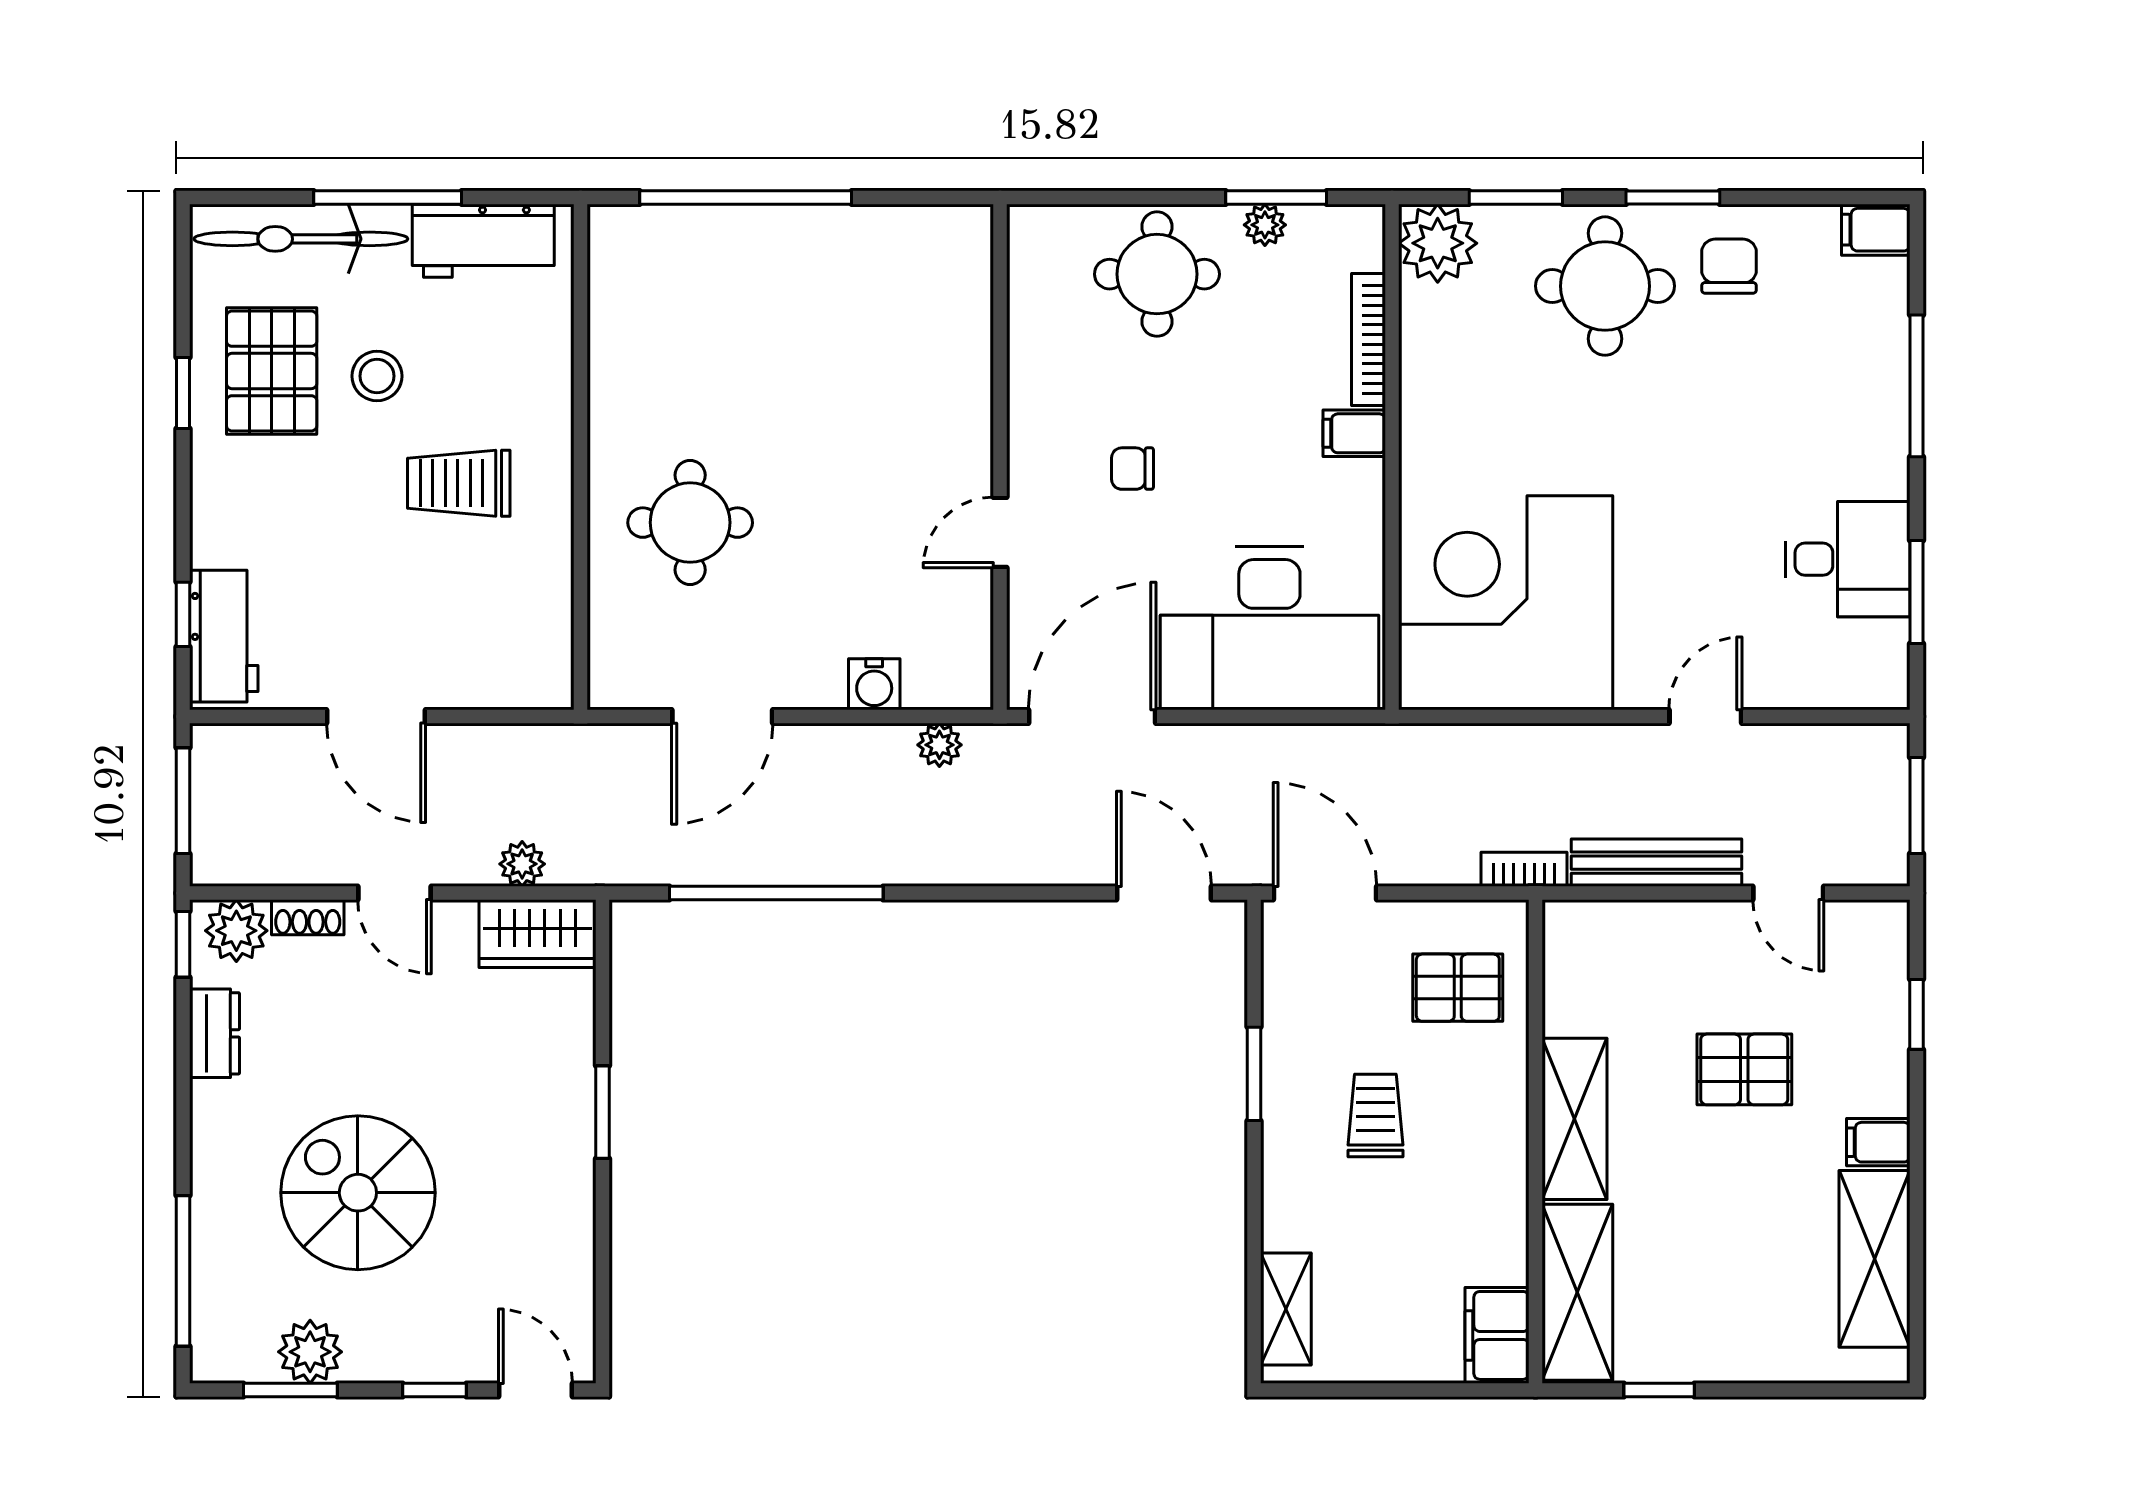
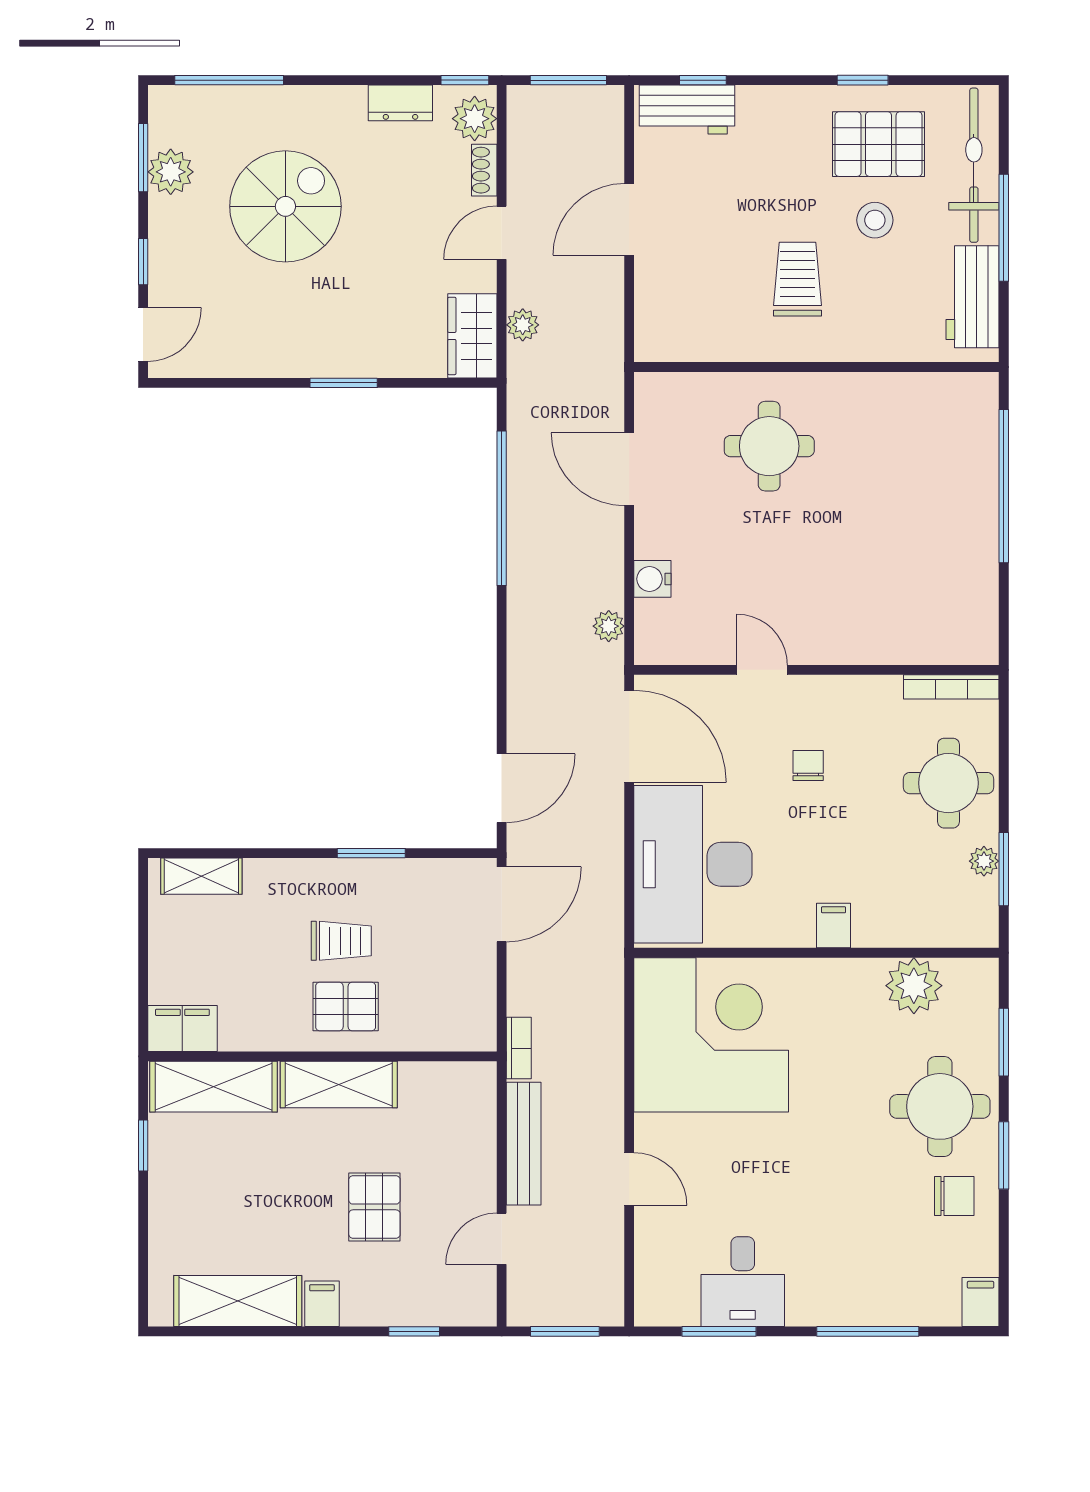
plant: (1438, 243) -> (914, 986), moved
bookcase: (1369, 340) -> (951, 687), moved, turned 180
pallet: (1458, 988) -> (346, 1007), moved, turned 90

